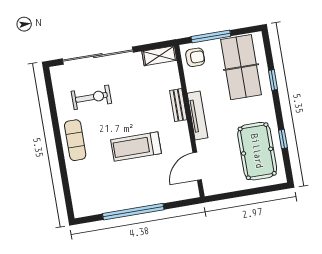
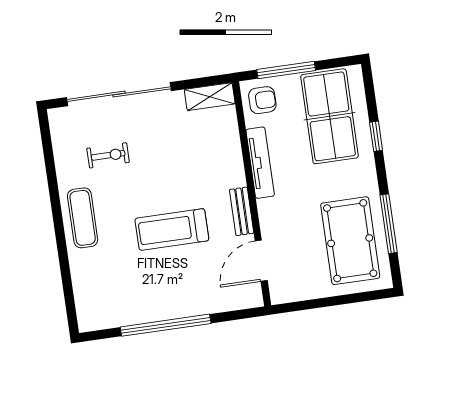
exercise bike: (91, 97) -> (108, 155), width x0.73, depth x0.72
bench: (178, 105) -> (242, 211), moved
tv unit: (197, 116) -> (260, 163), moved
window: (283, 139) -> (389, 224), width x2.17

